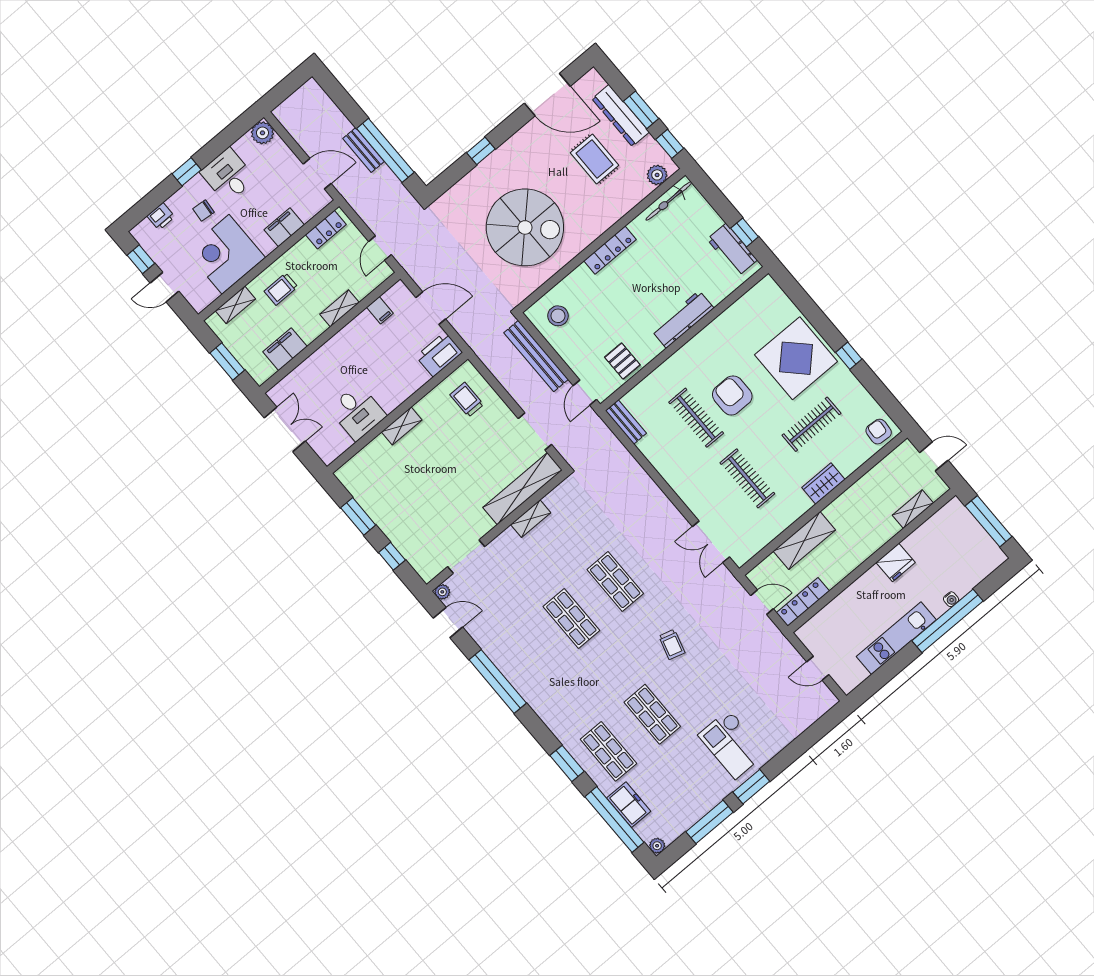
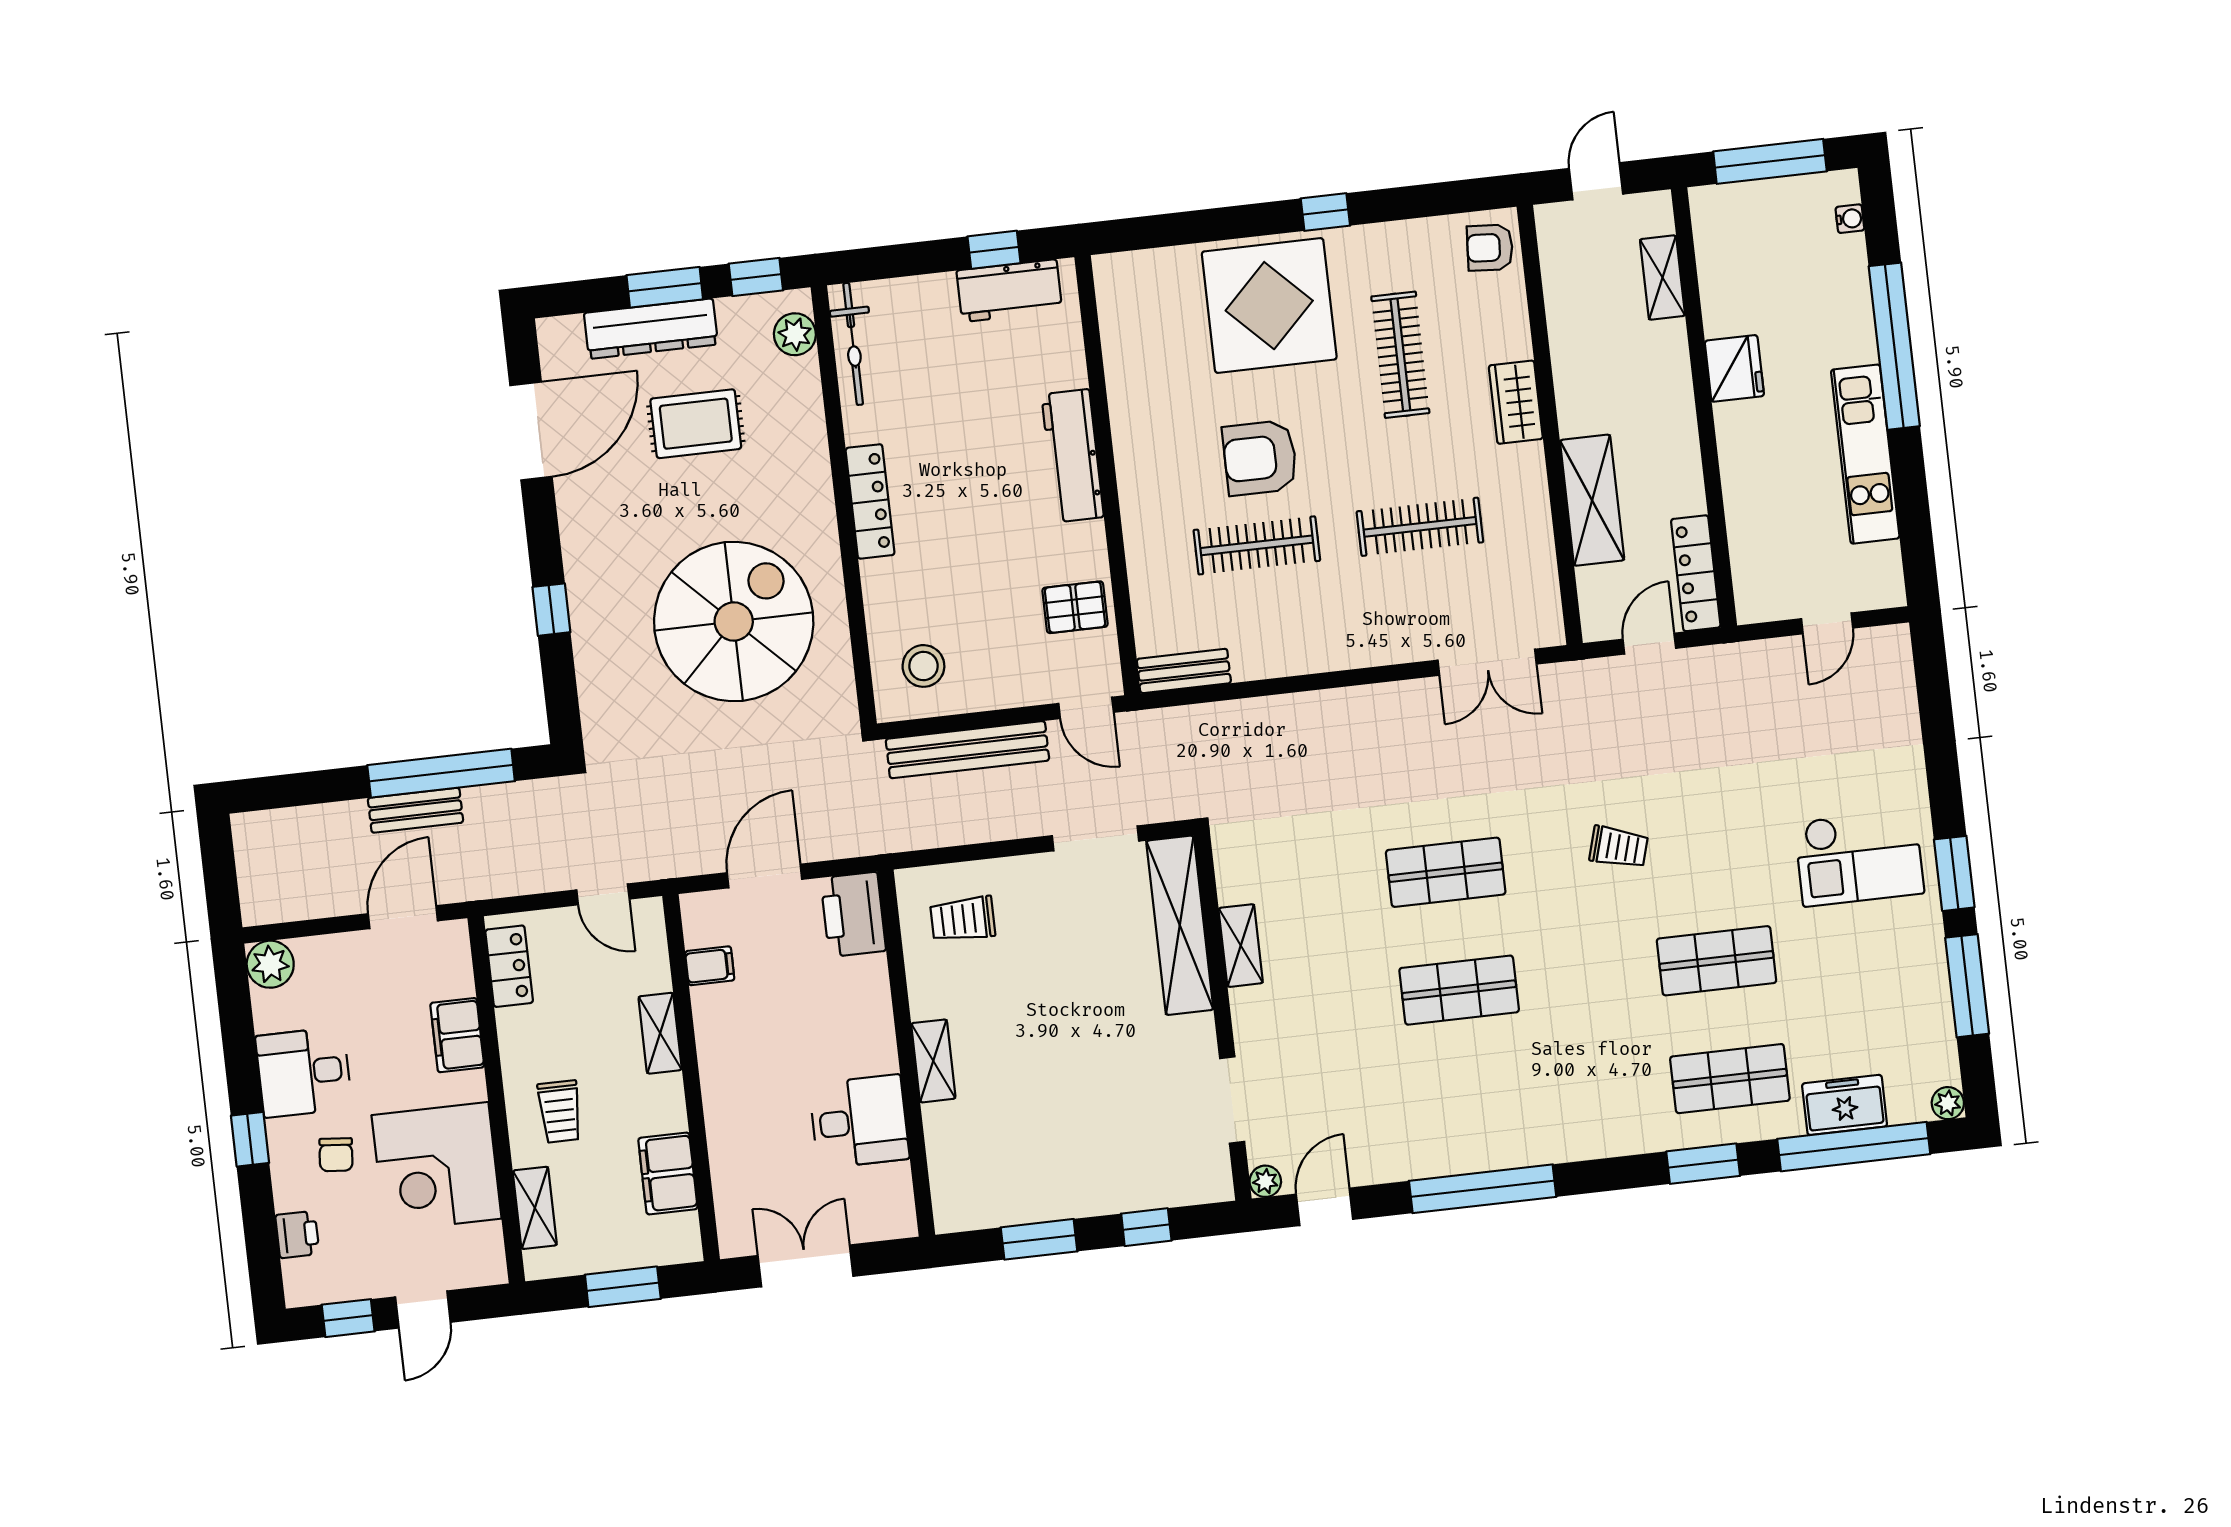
water cooler: (951, 599) -> (1850, 219), moved

